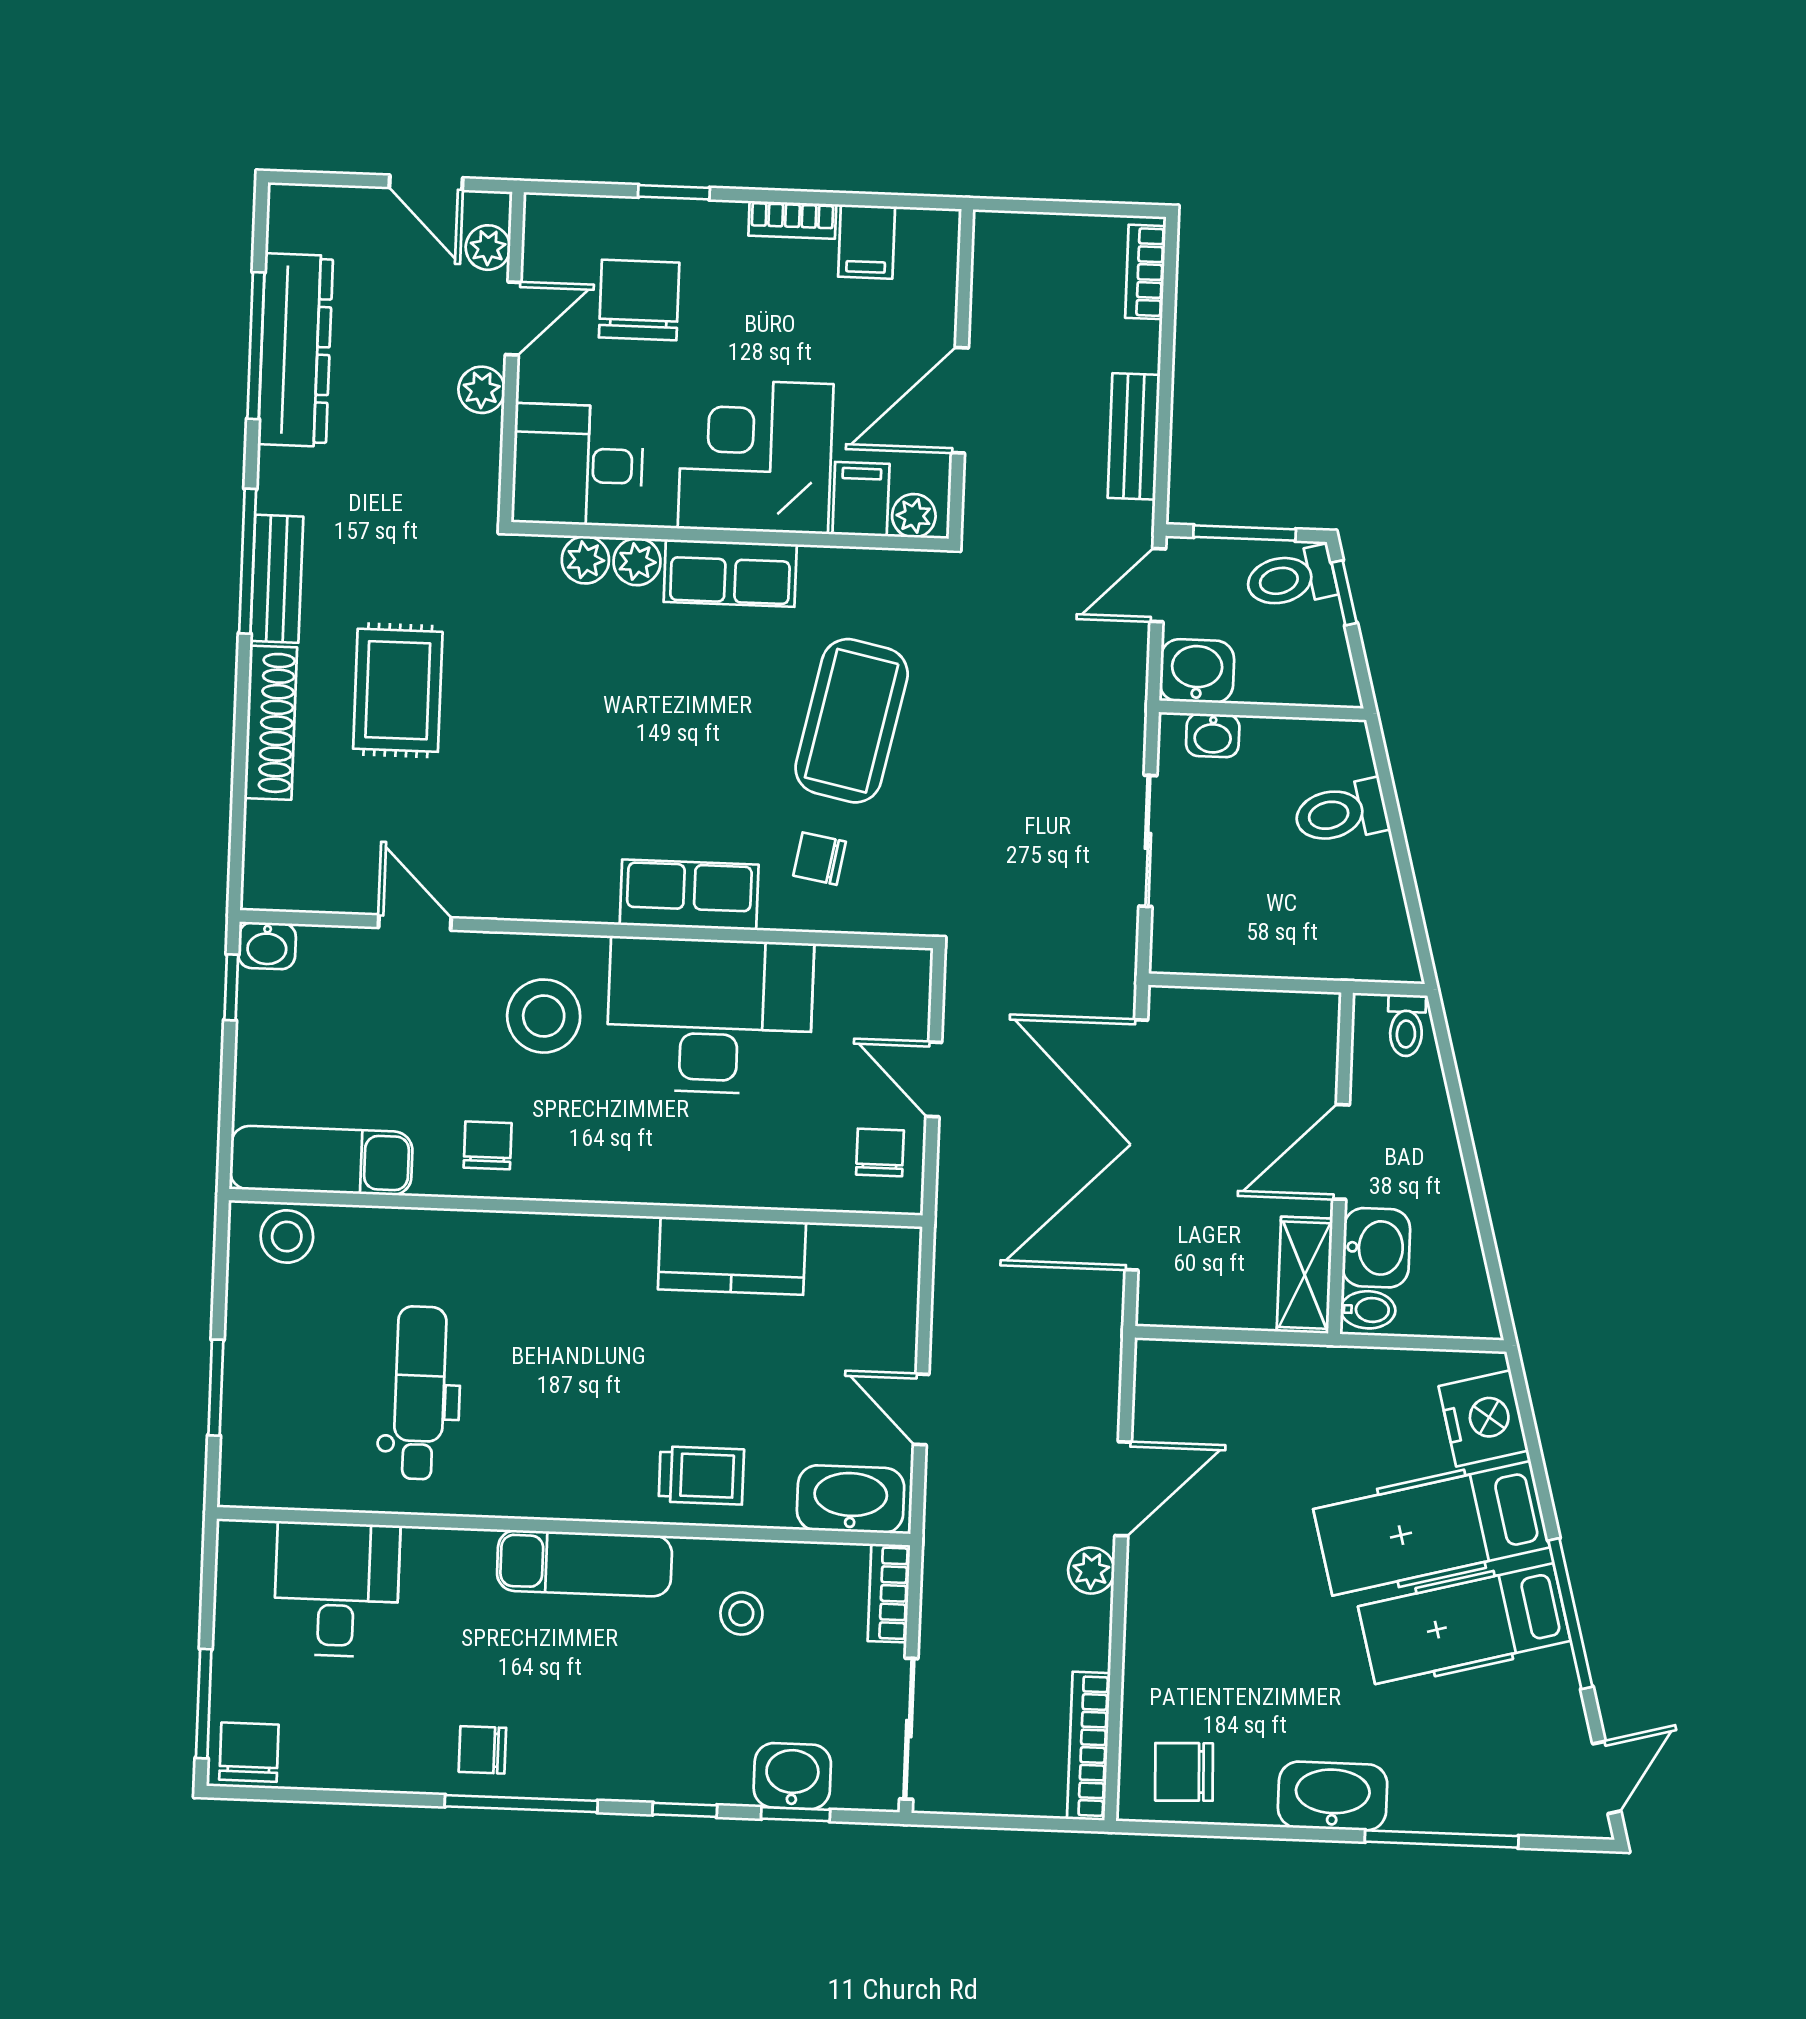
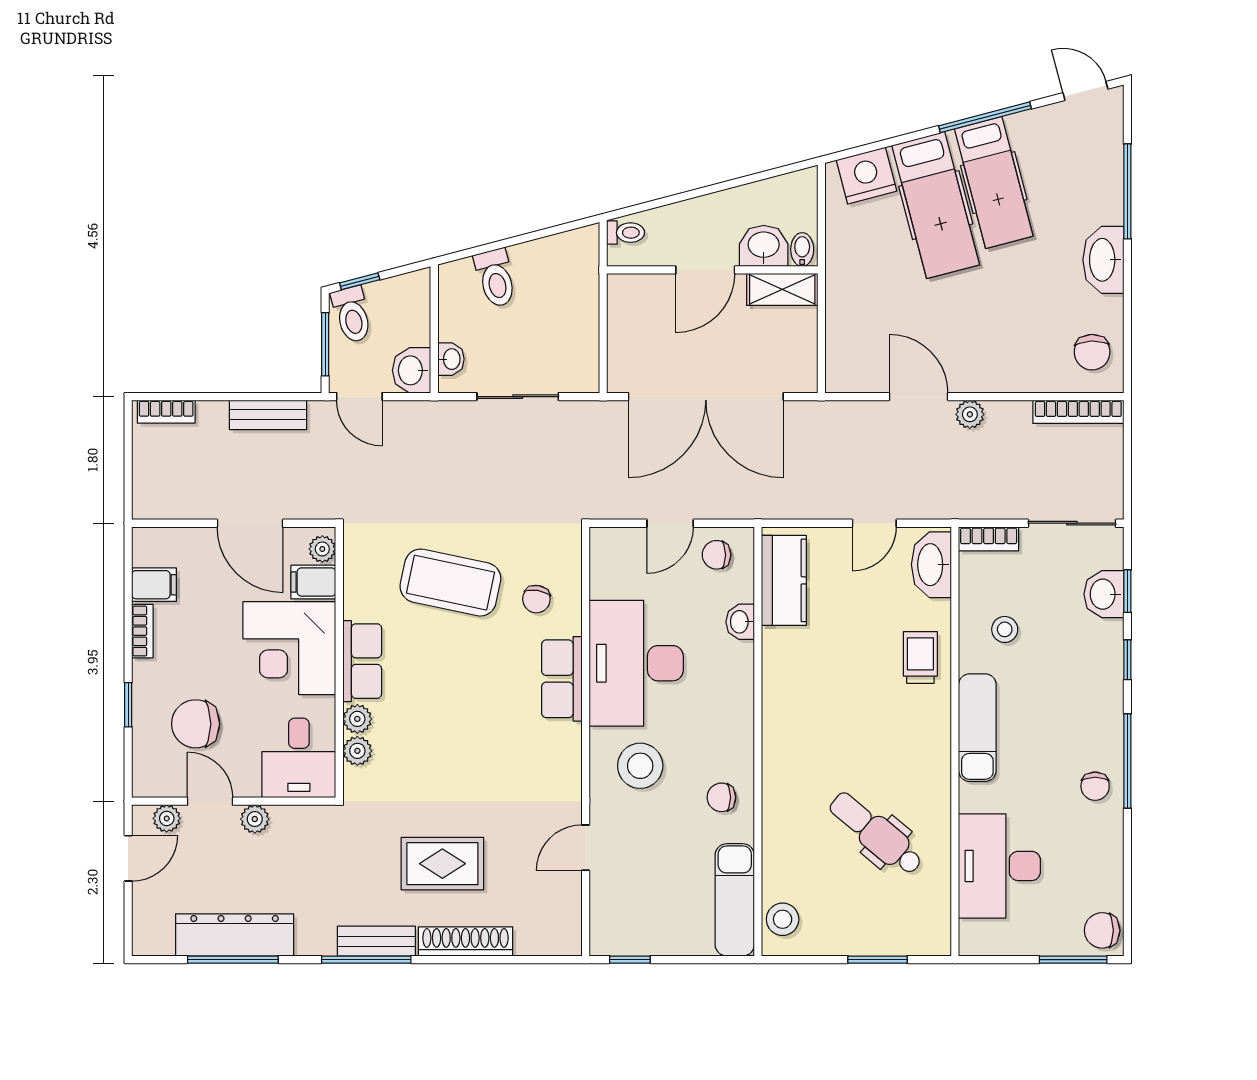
washbasin: (267, 946) -> (740, 622), moved, turned 180
door: (1341, 1152) -> (705, 270), hinge flipped
kitchen counter: (732, 1256) -> (784, 580), moved
dental chair: (420, 1393) -> (876, 833), turned 40
desk: (337, 1589) -> (999, 866), width x1.37

